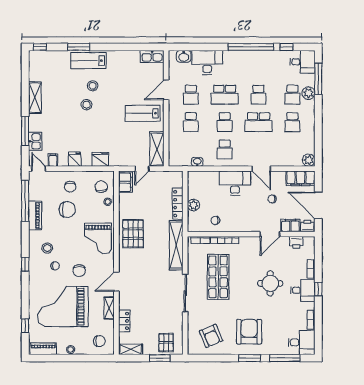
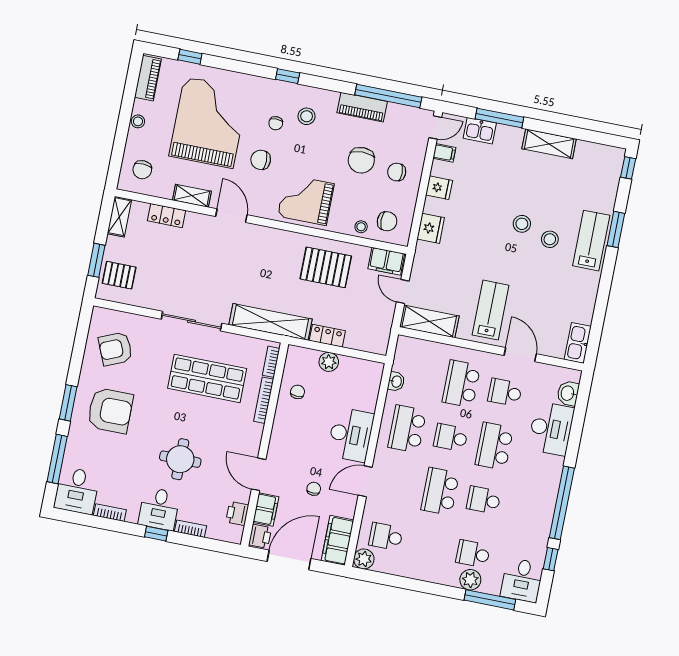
school desk: (191, 122) -> (461, 384), width x1.85
school desk: (292, 122) -> (386, 537), moved
school desk: (225, 150) -> (407, 429), width x1.85
locker: (178, 204) -> (327, 336), width x0.66
pallet: (133, 234) -> (326, 267), moved

